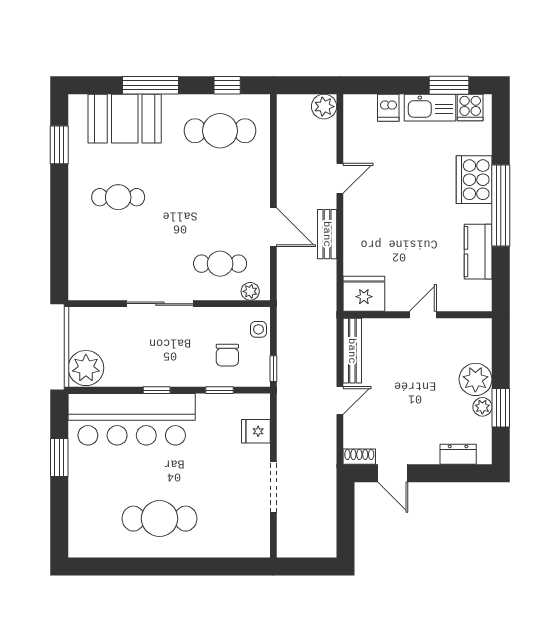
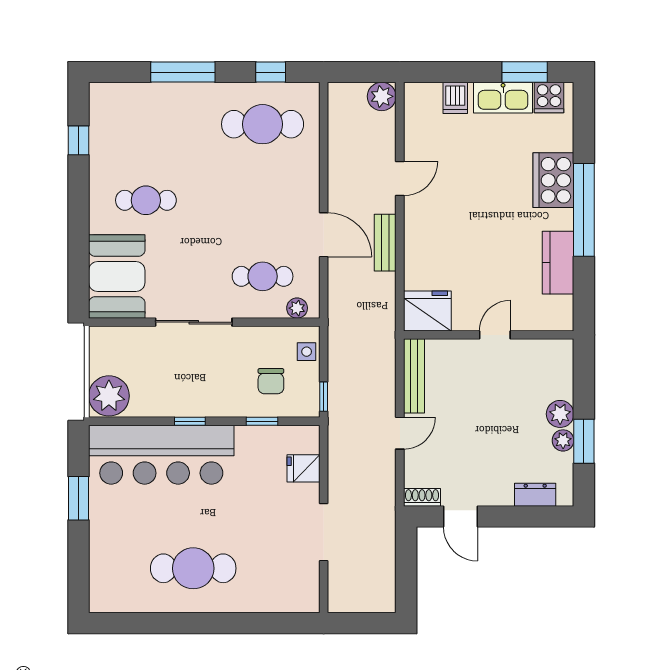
booth: (125, 119) -> (117, 276), moved, turned 90
window: (59, 145) -> (78, 140), width x0.67
plant: (475, 379) -> (560, 414), width x0.73, depth x0.73

